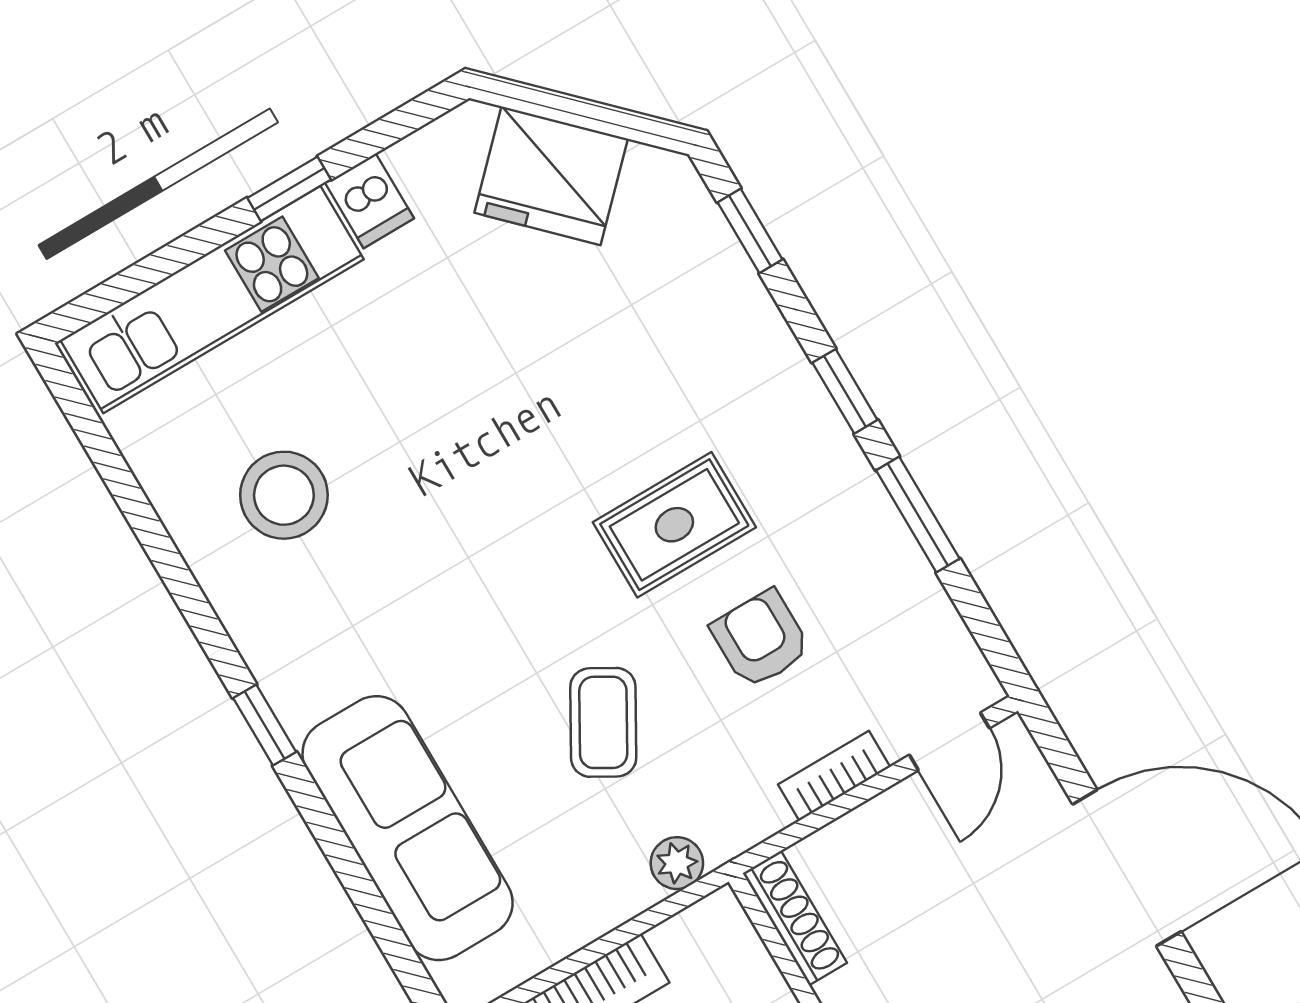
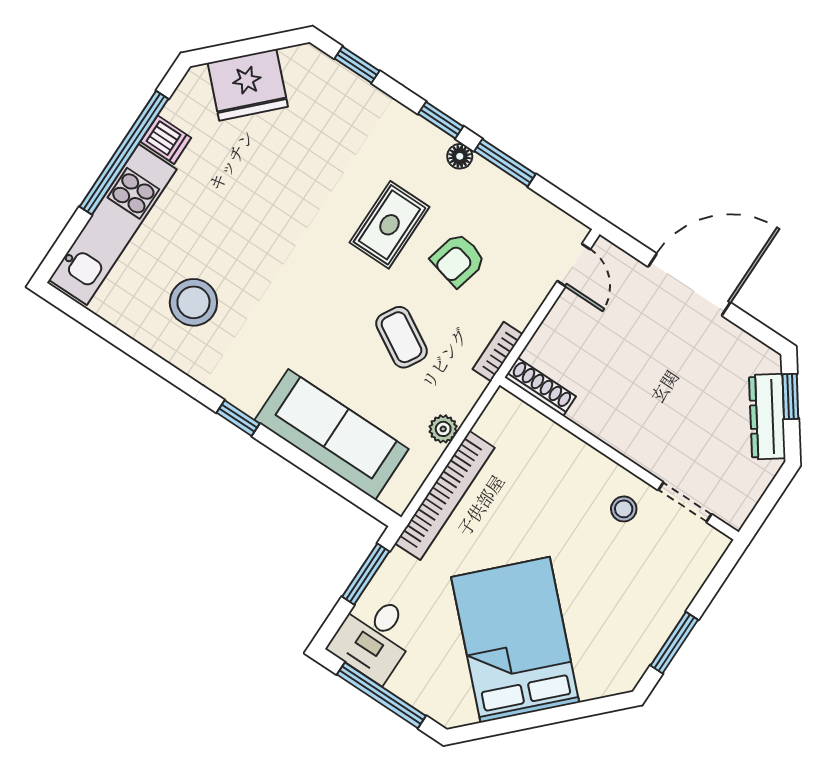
window: (289, 189) -> (124, 153), width x3.17
floor lamp: (847, 467) -> (460, 156), added
armchair: (761, 639) -> (458, 260), turned -76
bookcase: (834, 776) -> (498, 352), moved
plant: (677, 863) -> (443, 429), moved

